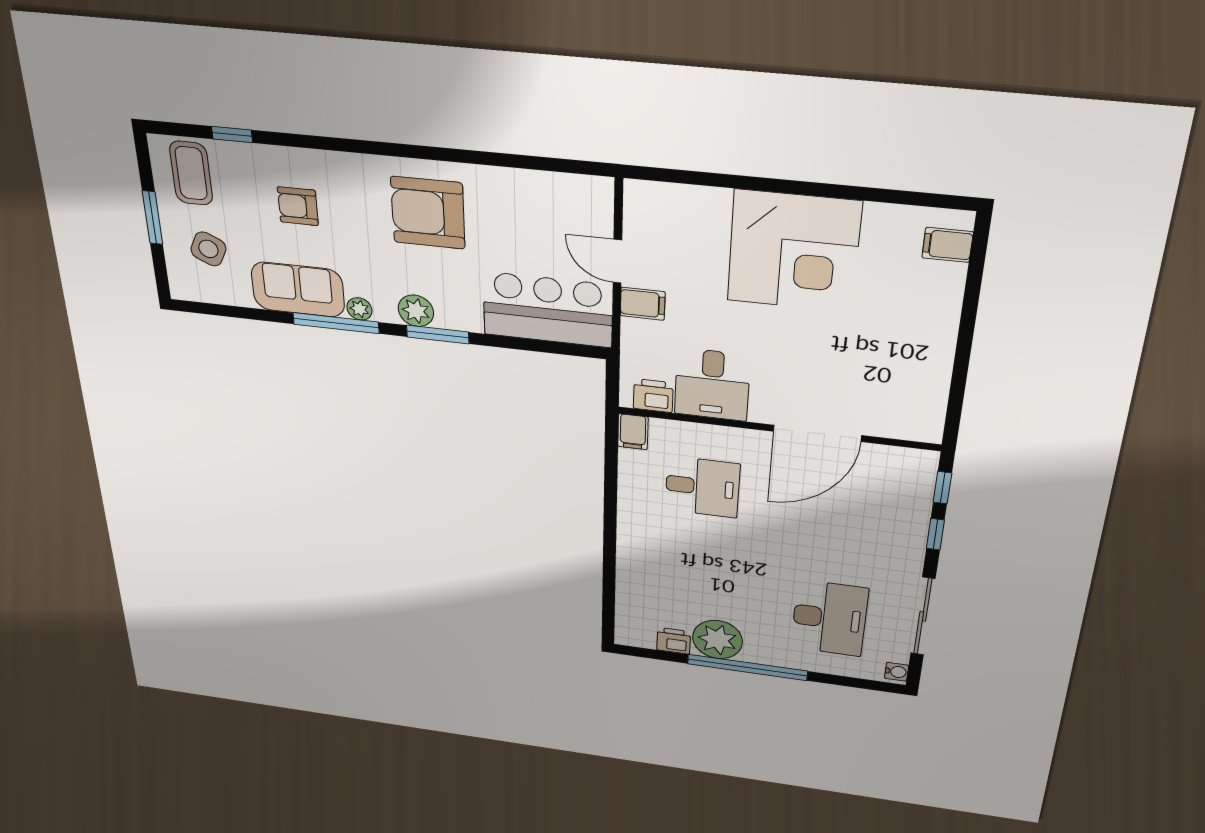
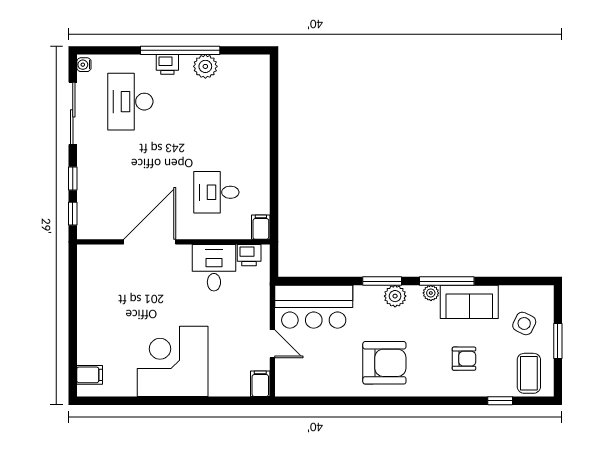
filing cabinet: (643, 304) -> (260, 384), moved, turned 90
plant: (717, 640) -> (205, 66), width x0.73, depth x0.73
printer: (674, 641) -> (167, 64), moved

